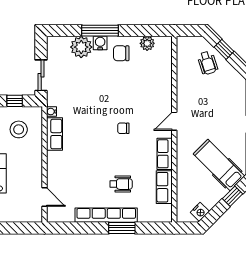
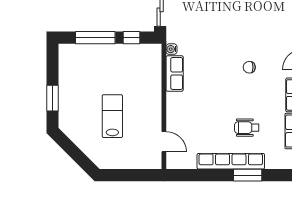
stool: (19, 129) -> (136, 69), removed
wheelchair: (121, 184) -> (247, 128), turned 180

